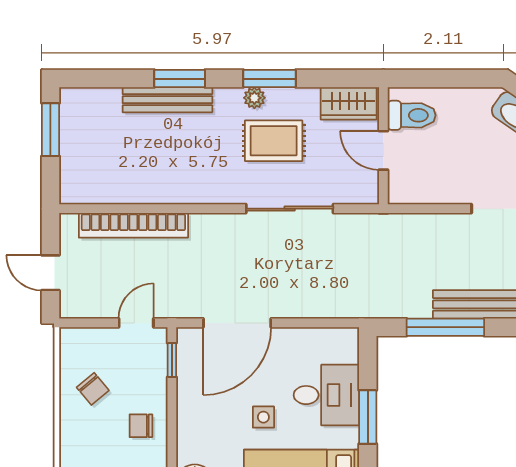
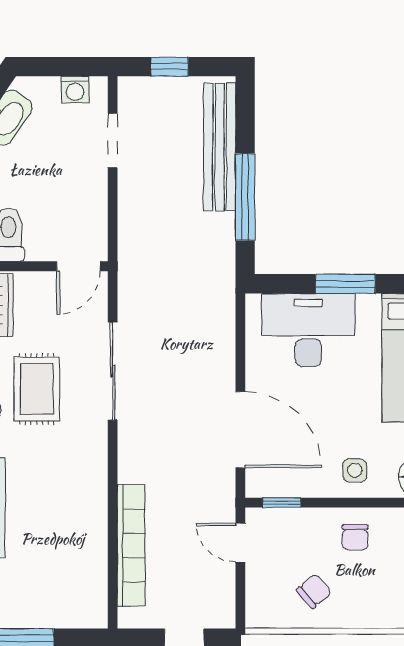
door: (383, 150) -> (78, 266), moved
desk: (326, 395) -> (308, 330), width x1.37
side table: (263, 417) -> (355, 470), moved

